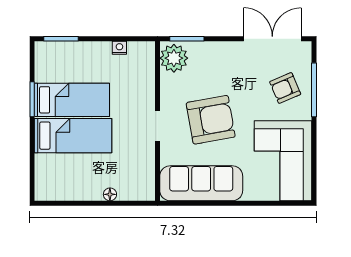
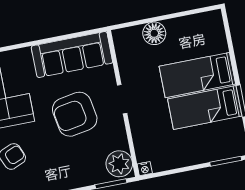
nightstand: (119, 48) -> (145, 169), moved
floor lamp: (110, 194) -> (154, 33), width x1.89, depth x1.89

